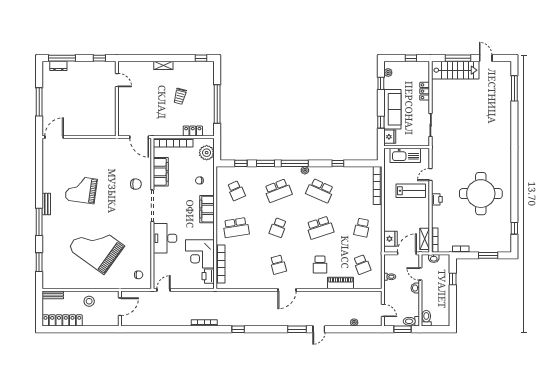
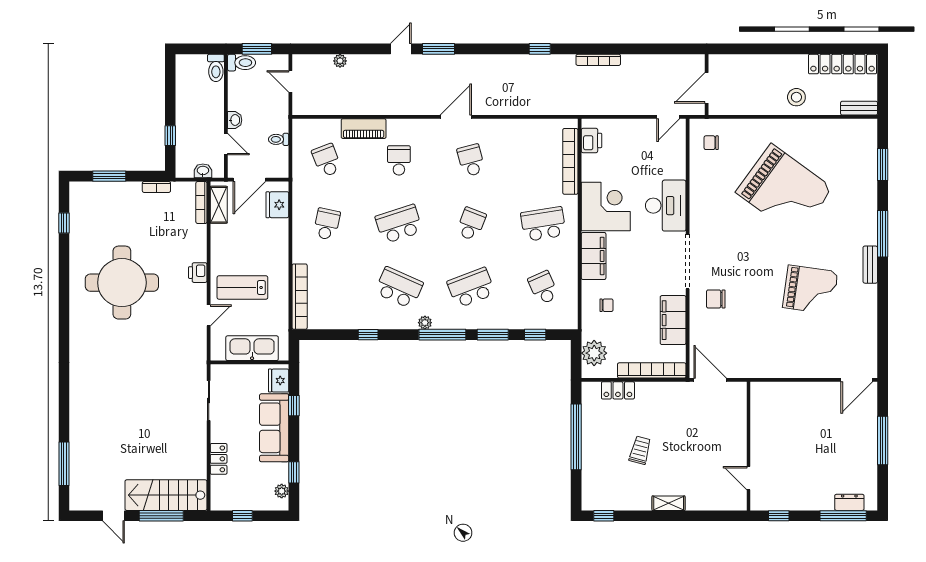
corner desk: (200, 254) -> (606, 206), moved
door: (120, 307) -> (707, 88), moved
wall: (120, 309) -> (707, 85), moved

